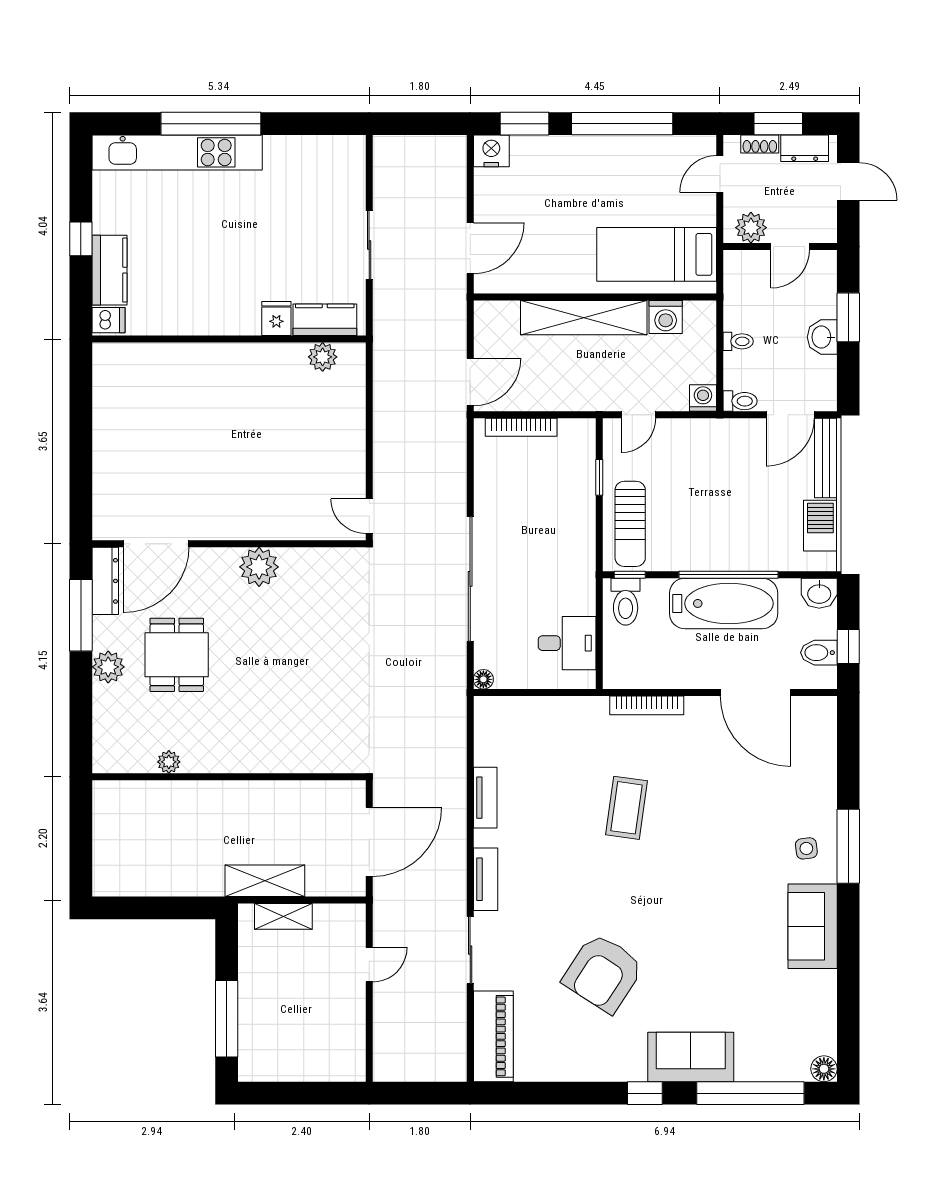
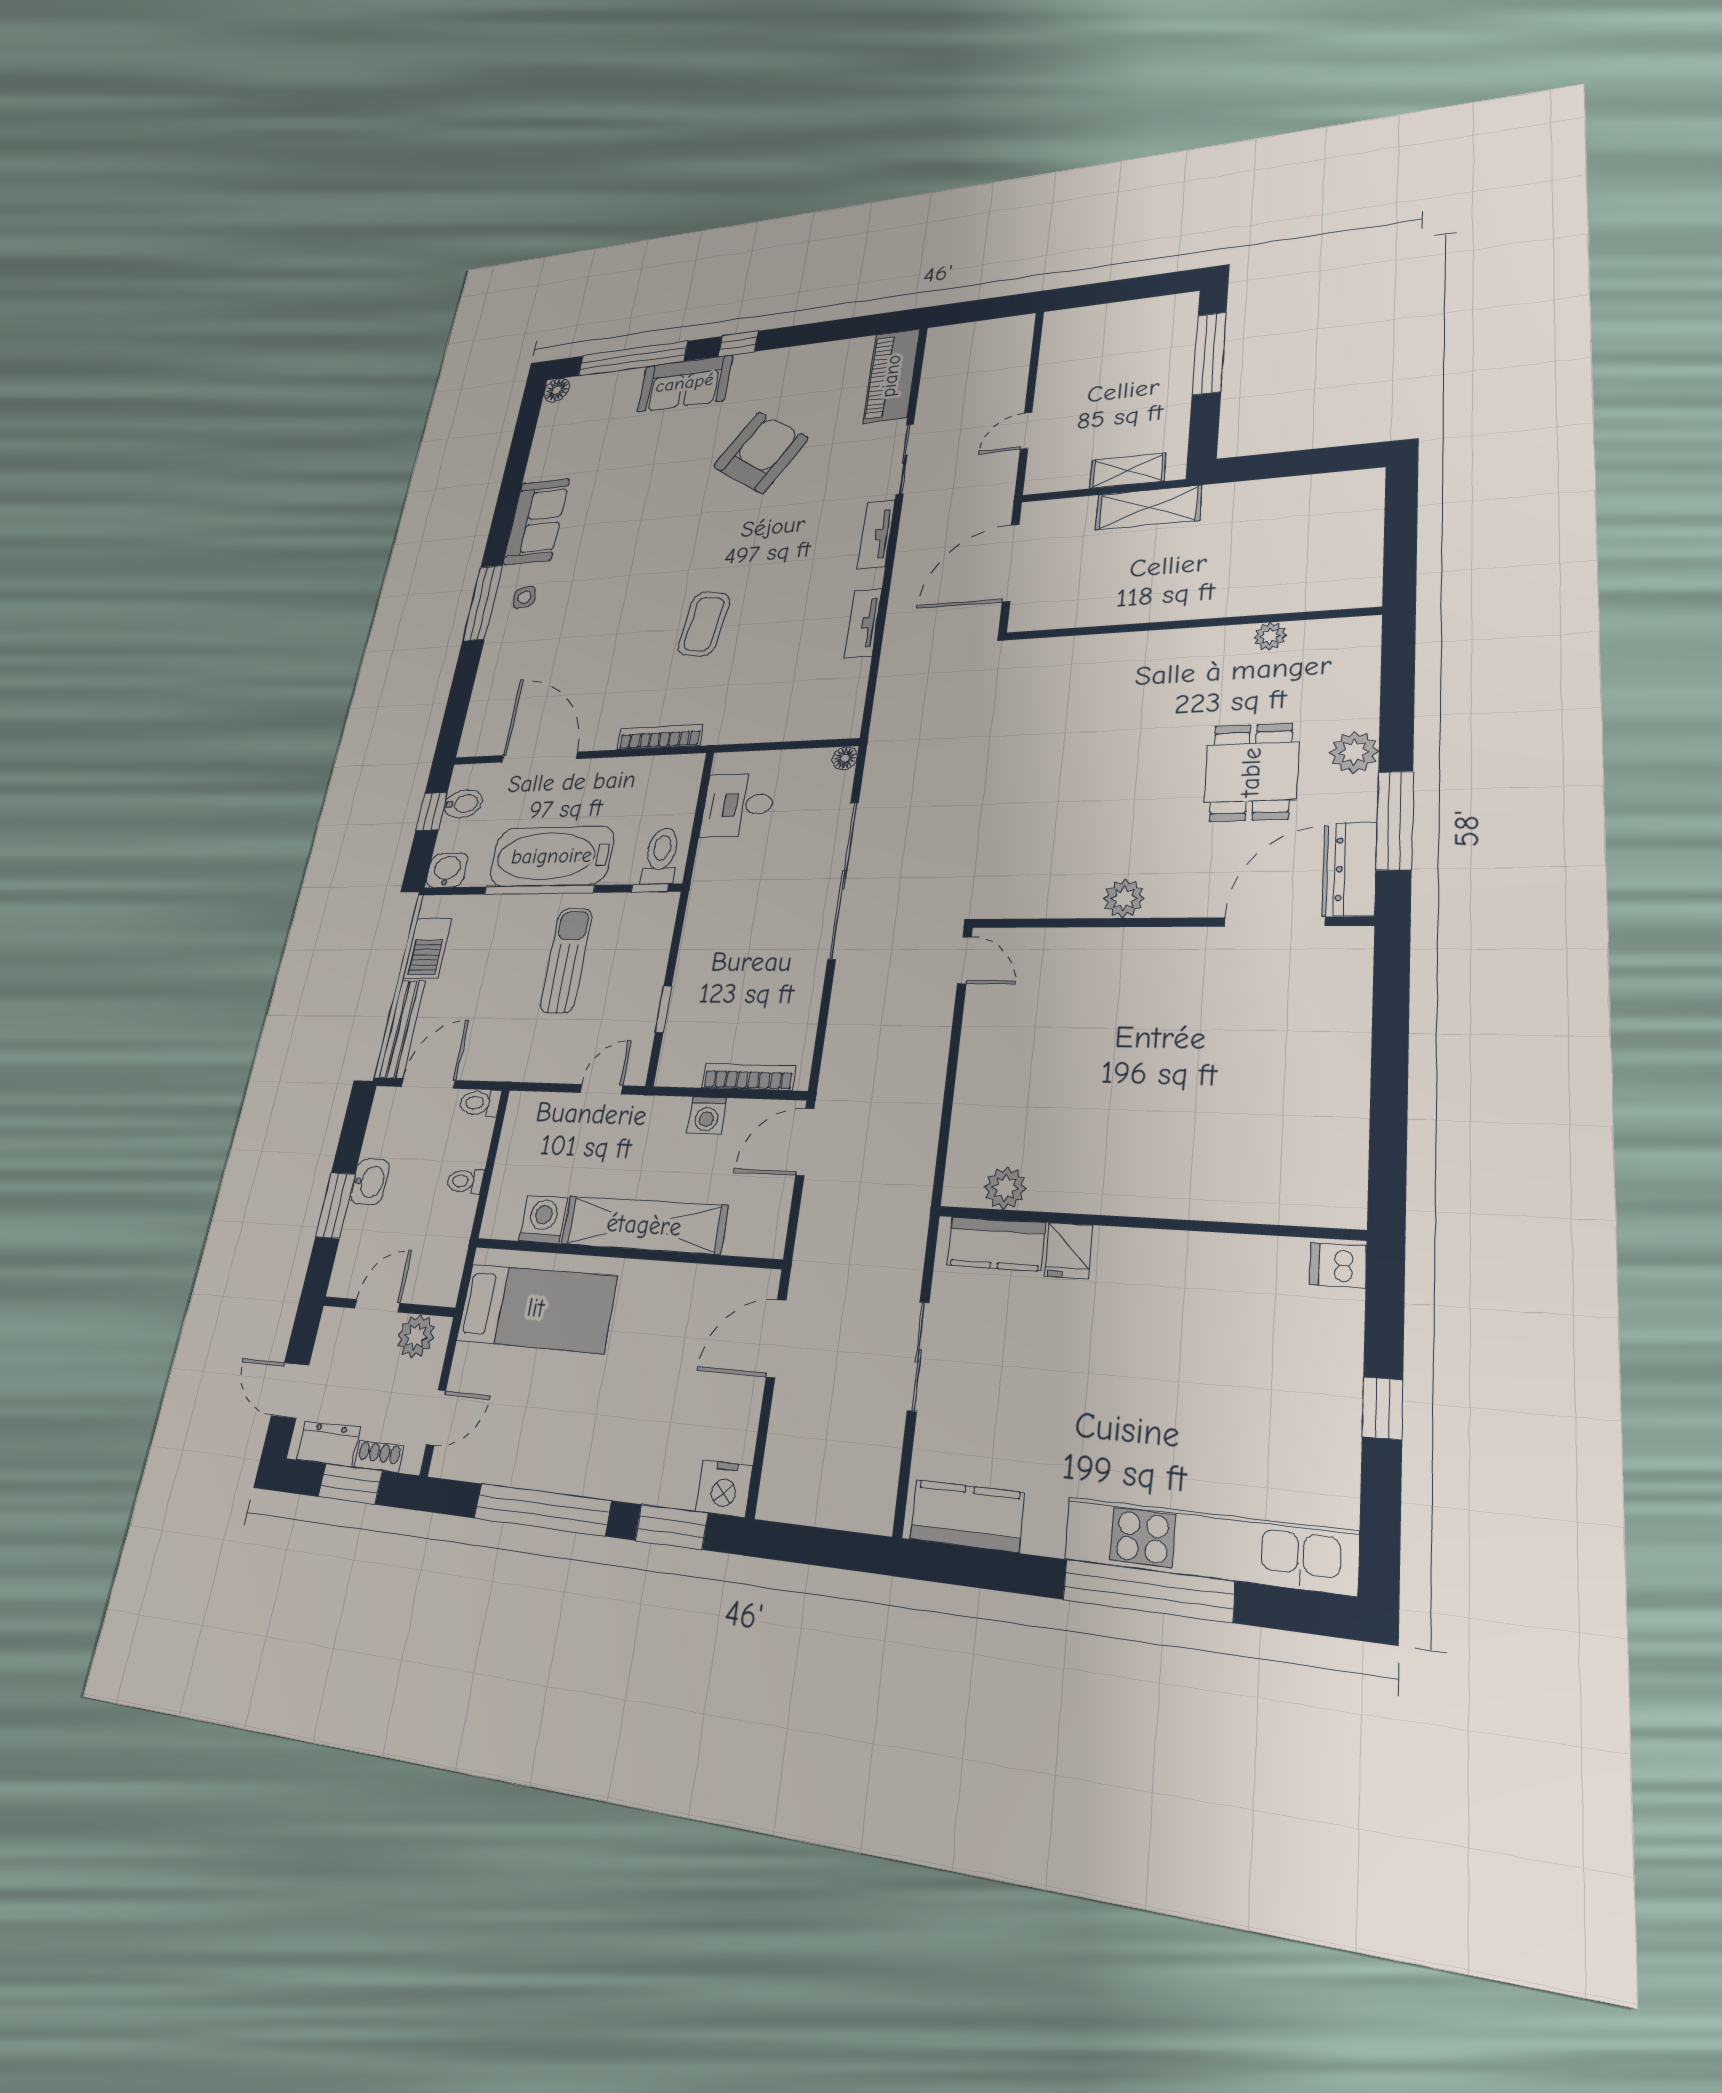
kitchen counter: (109, 270) -> (967, 1516), moved, turned 90
washing machine: (703, 398) -> (707, 1115), moved
sun lounger: (630, 524) -> (566, 960), moved
plant: (259, 567) -> (1124, 898), width x0.73, depth x0.73

